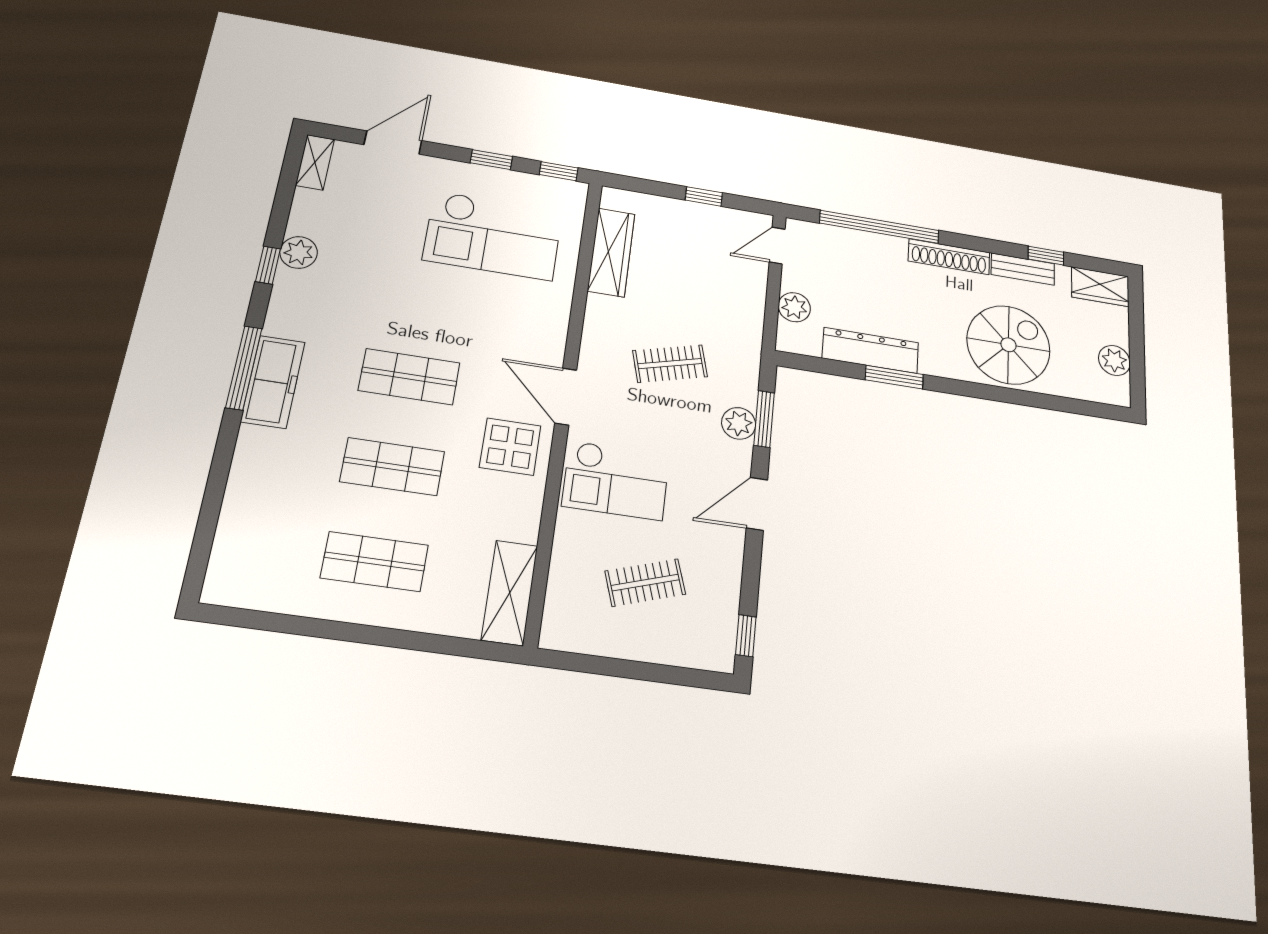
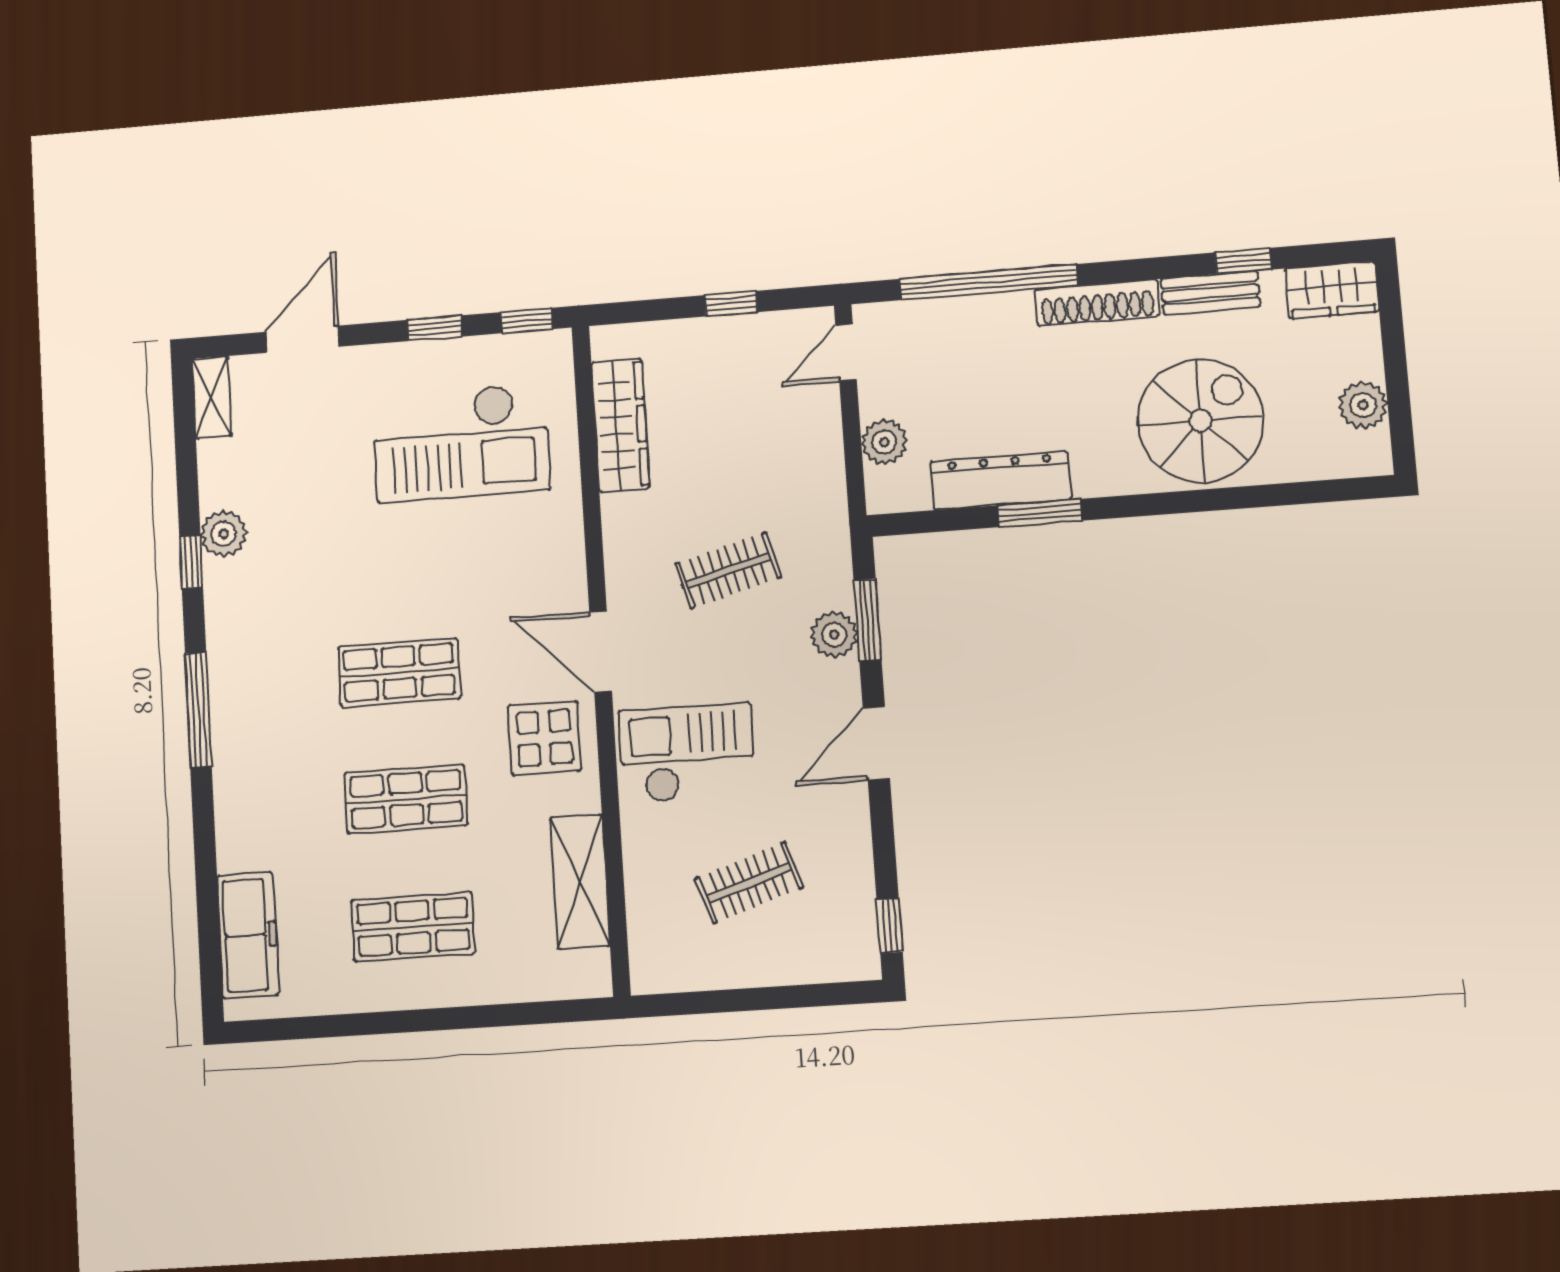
freezer: (273, 382) -> (248, 935), moved
checkout: (616, 480) -> (687, 753), turned 180
shelving: (510, 593) -> (580, 882), moved

